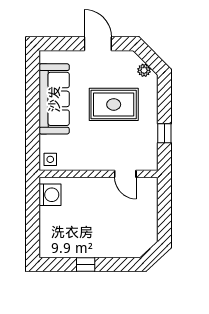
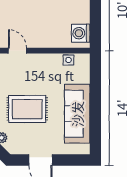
side table: (50, 159) -> (69, 60), moved

